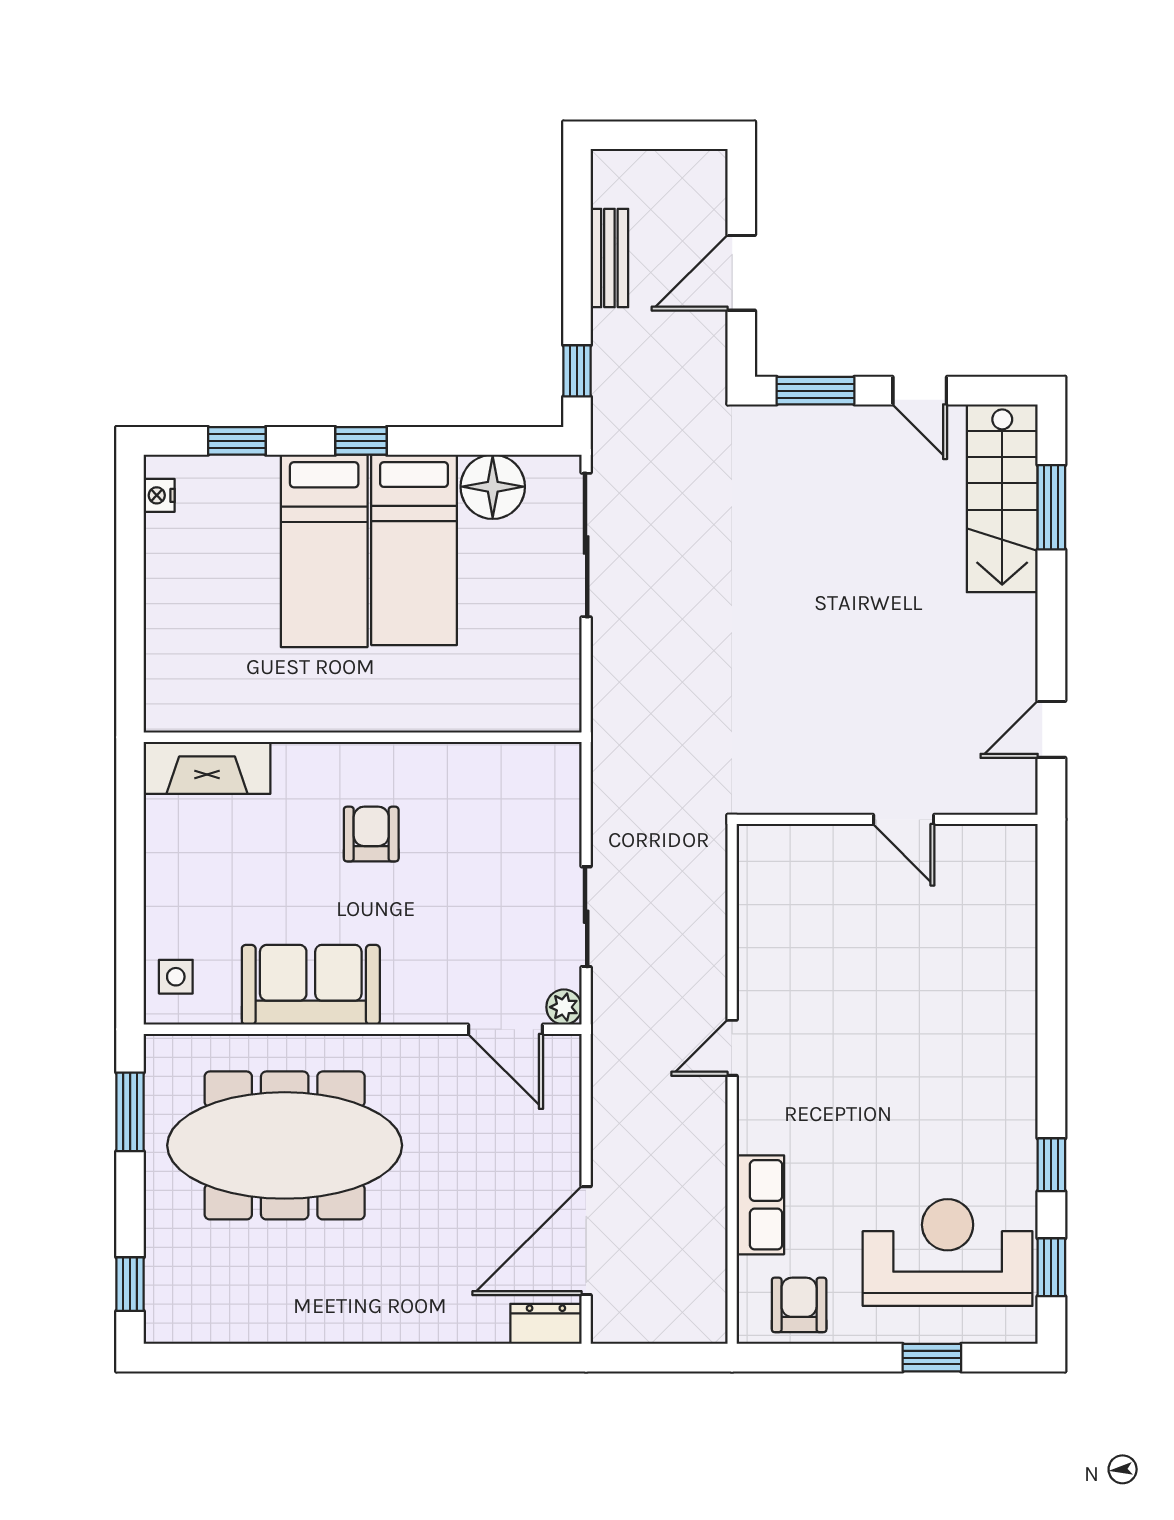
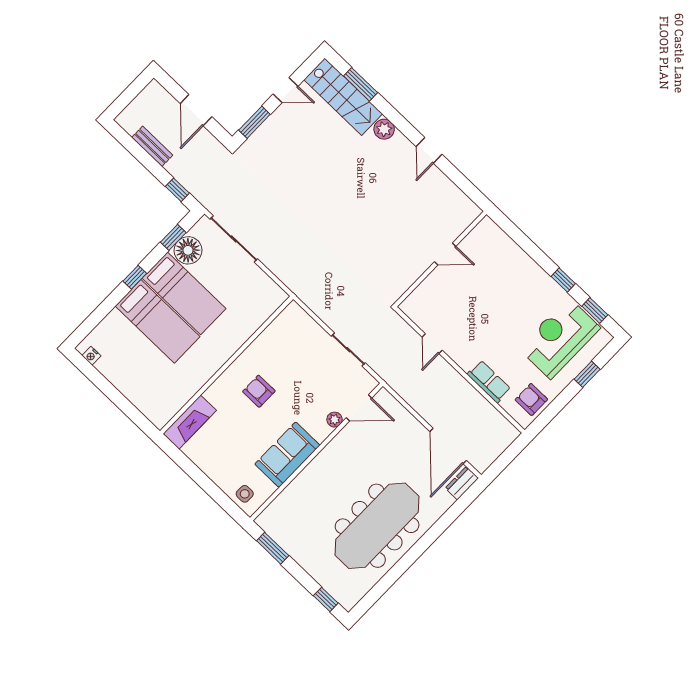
window: (237, 441) -> (173, 237), moved
plant: (1014, 619) -> (384, 129), added
wall: (887, 819) -> (440, 259), moved
door: (904, 819) -> (445, 254), moved
plant: (564, 1007) -> (335, 420), moved
meeting table: (285, 1145) -> (377, 526), moved

